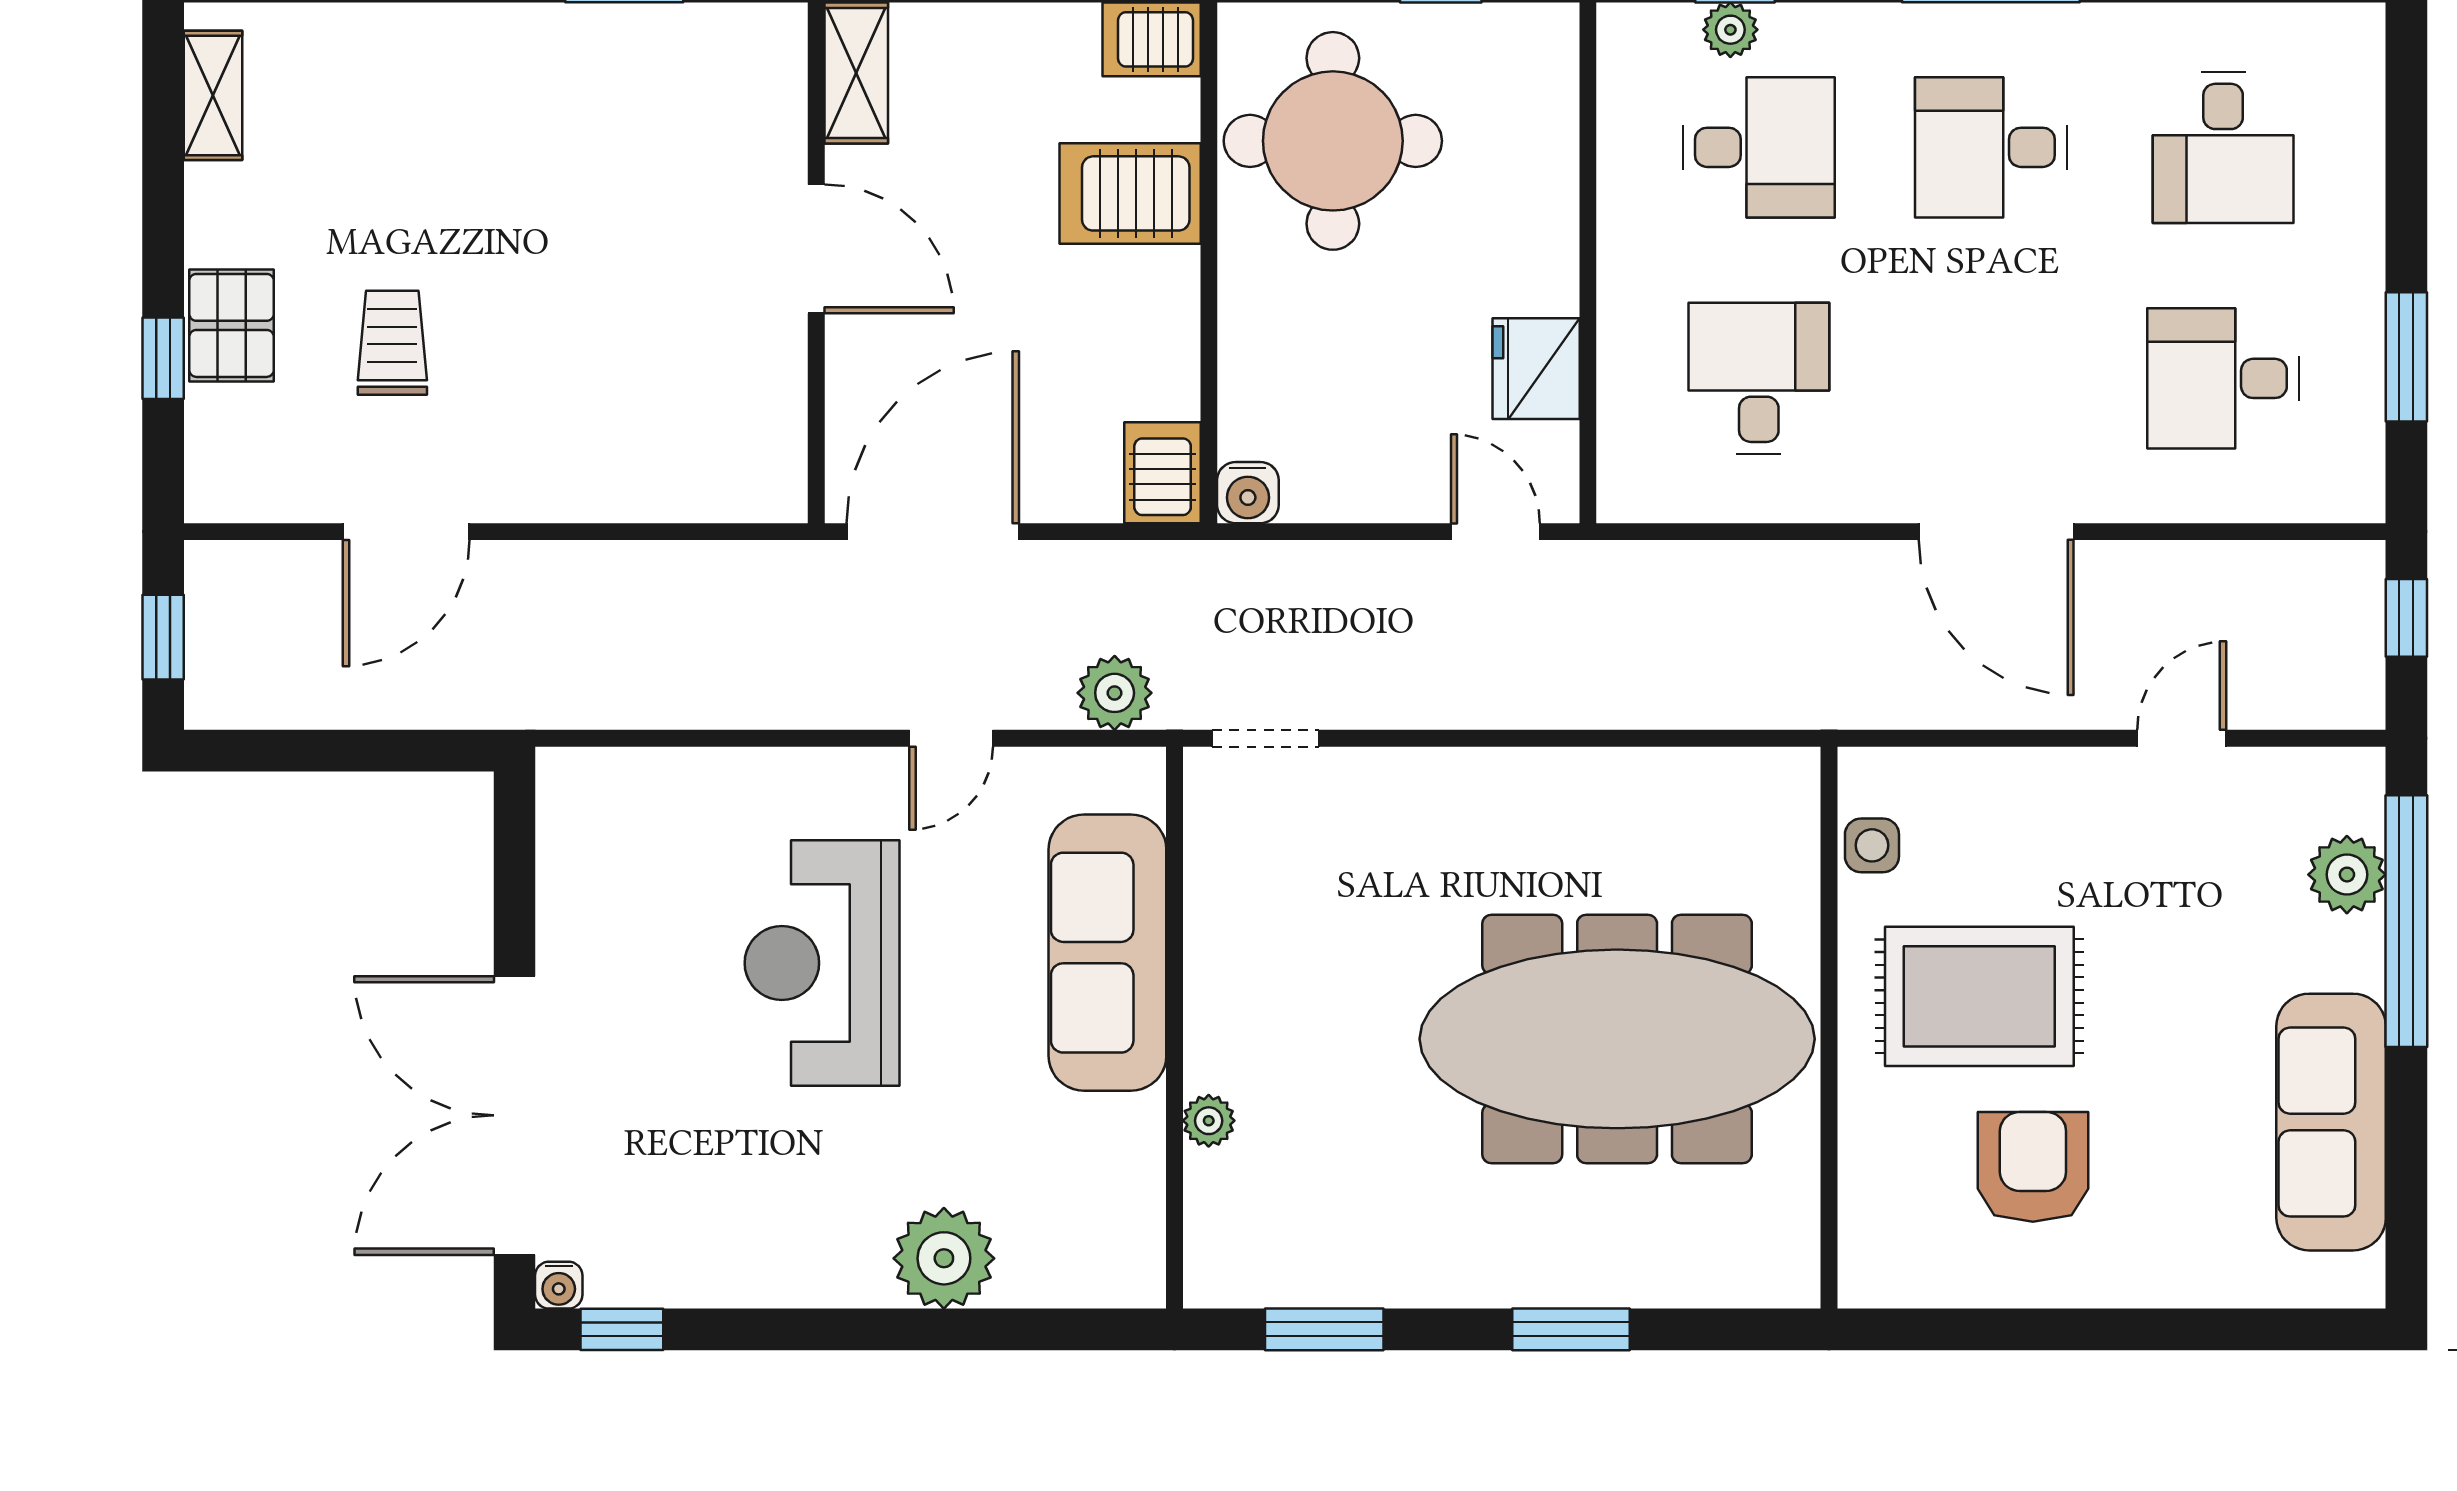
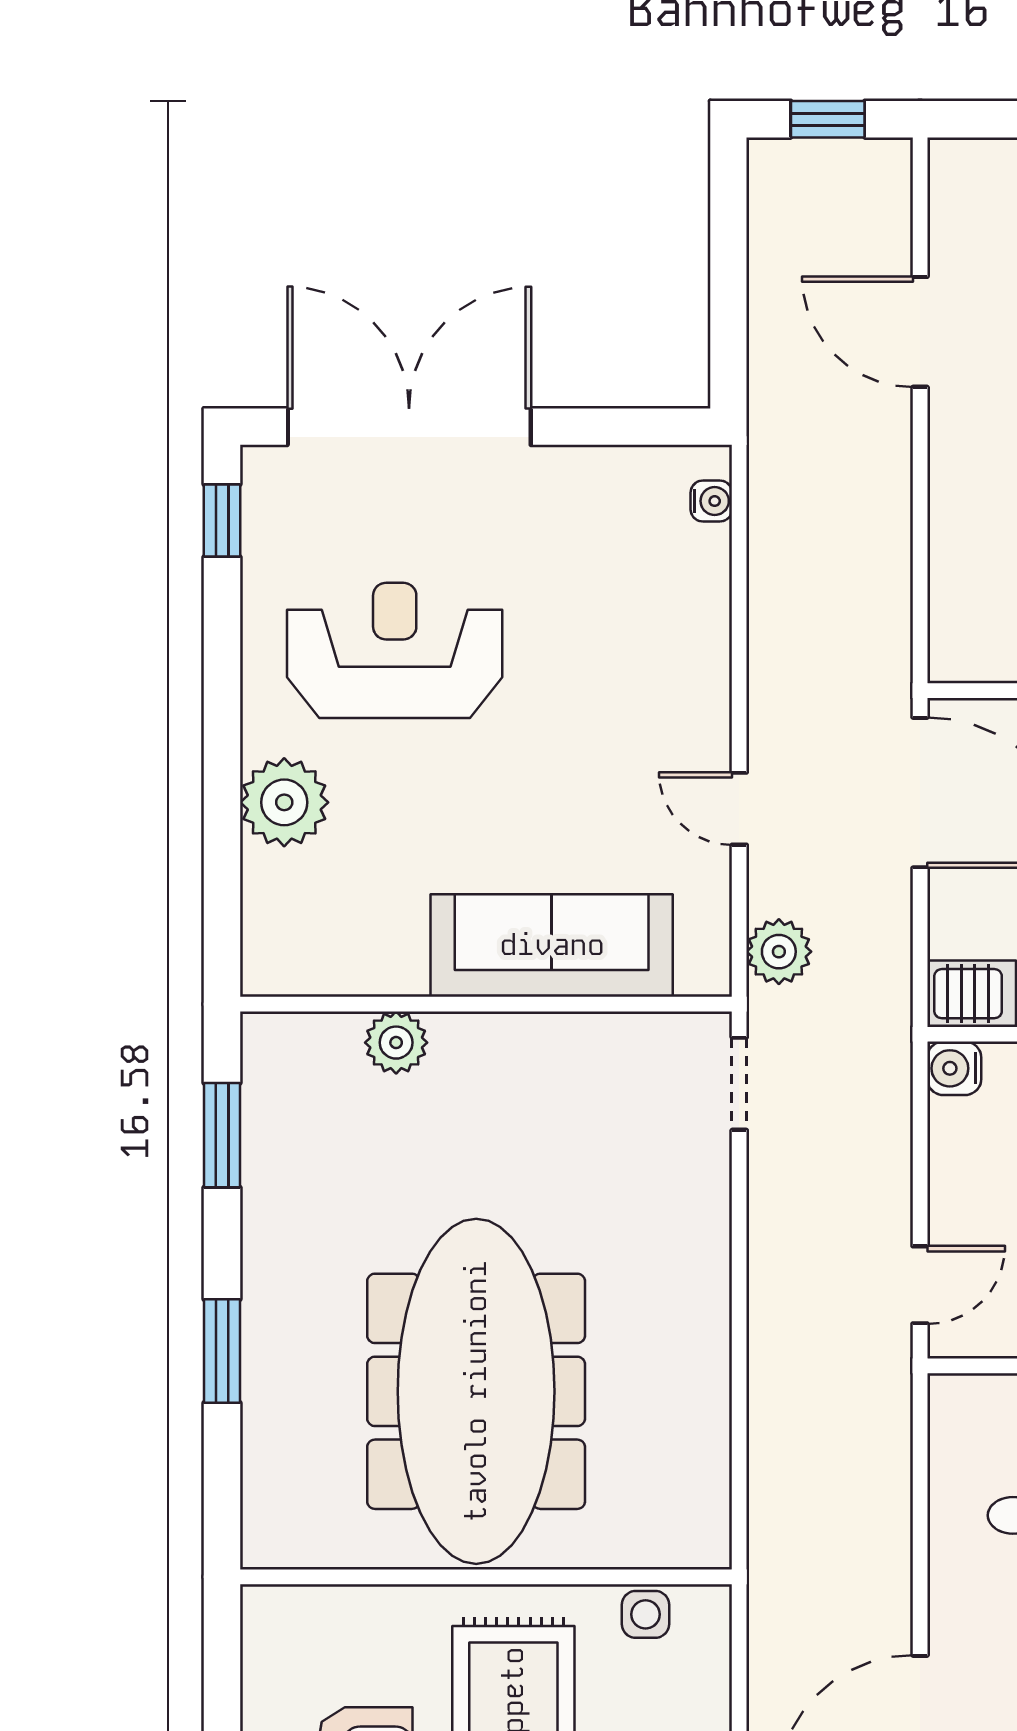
reception desk: (822, 963) -> (395, 650), moved
plant: (1209, 1121) -> (396, 1043), width x1.38, depth x1.38
water cooler: (559, 1285) -> (711, 501), moved, turned 180

